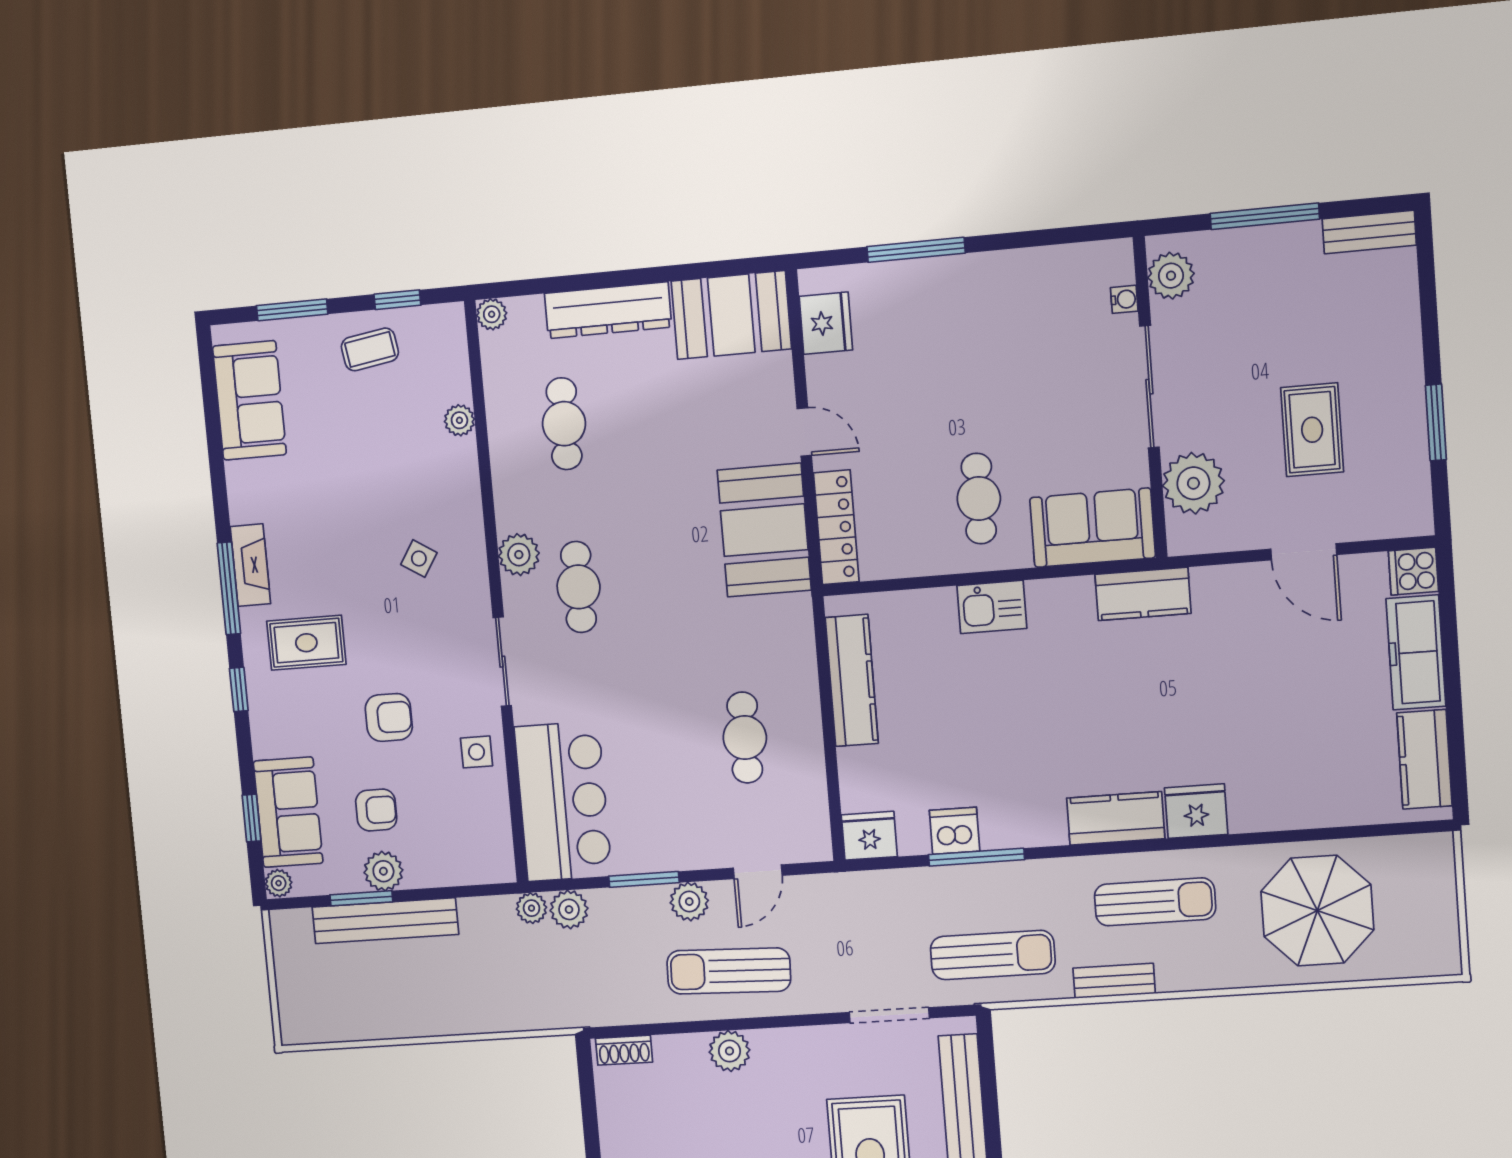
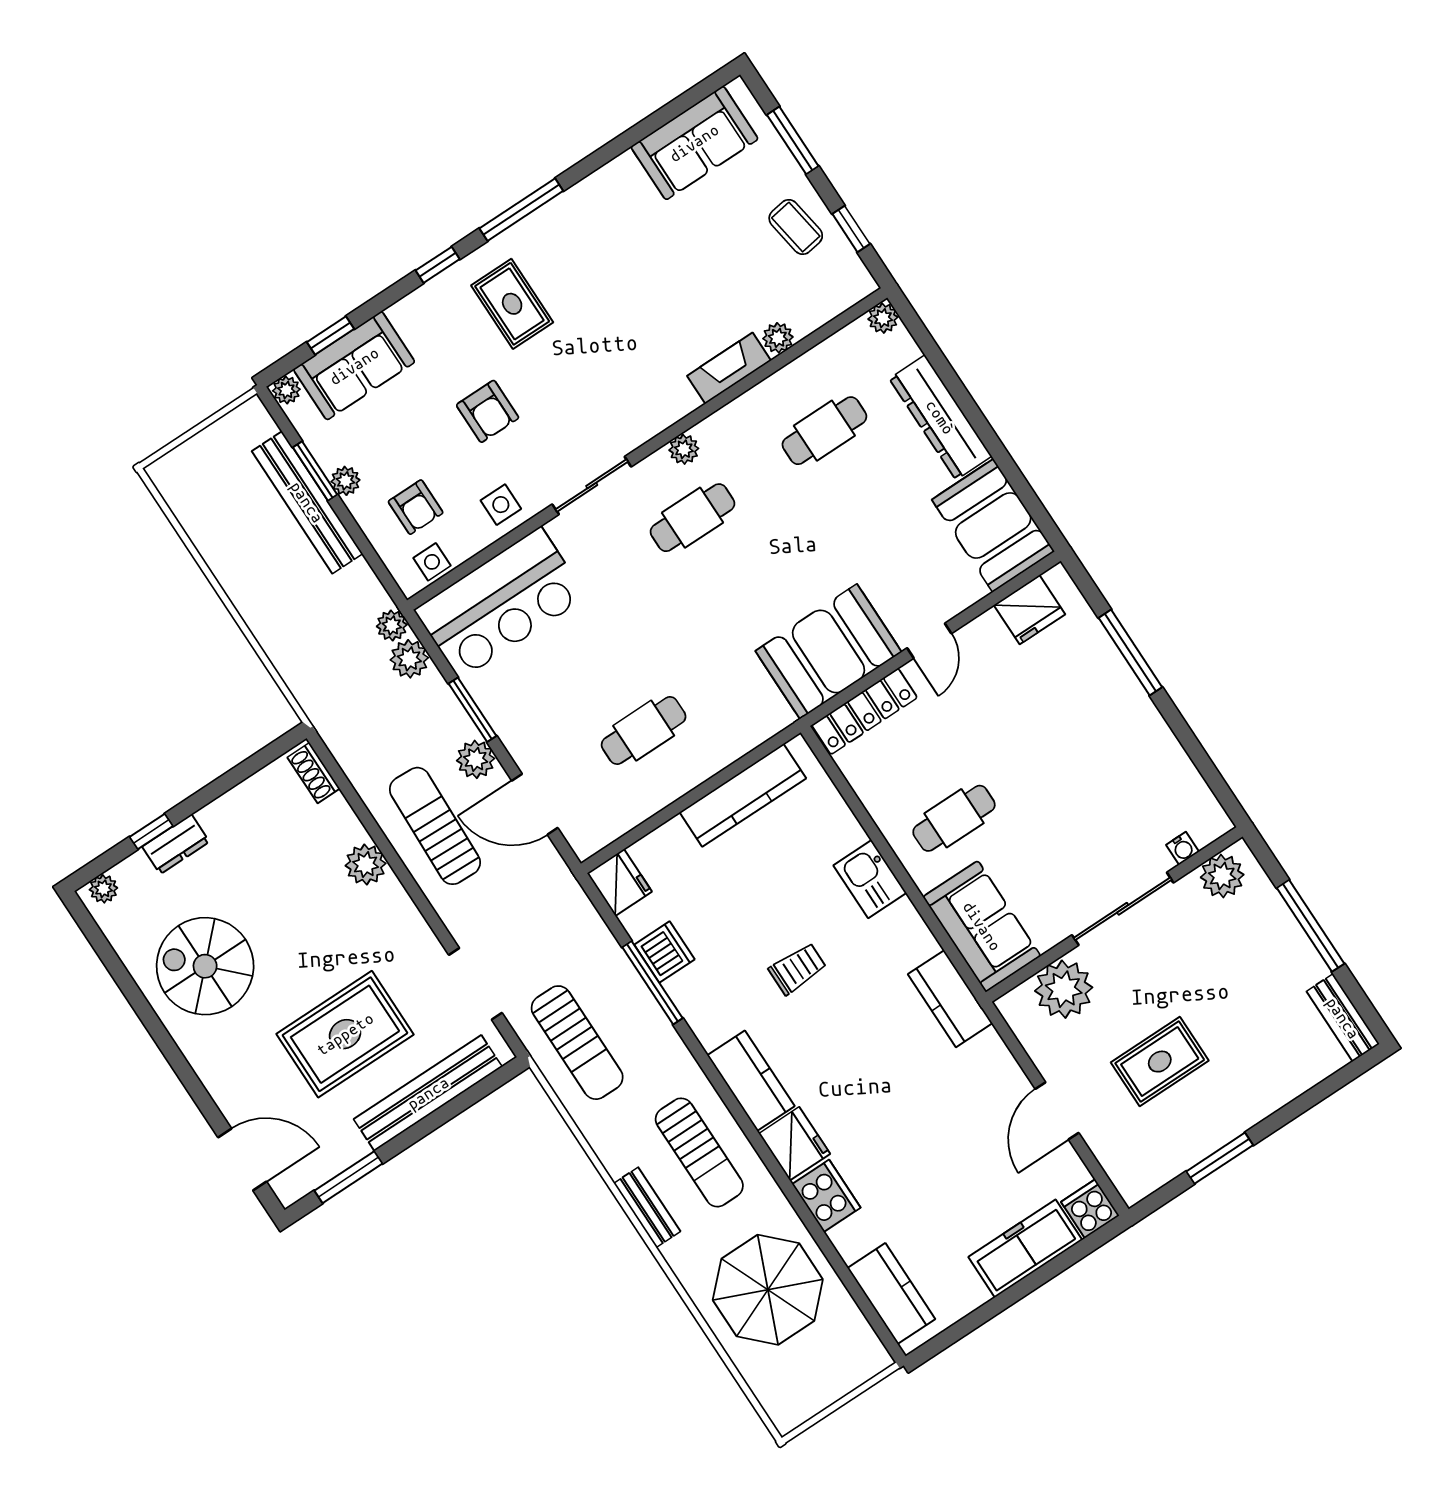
plant: (519, 555) -> (684, 449), width x0.73, depth x0.73
side table: (419, 559) -> (432, 562), moved, turned -32
fireplace: (250, 565) -> (729, 368), moved, turned 180
trolley: (1037, 719) -> (797, 969), added
kitchen counter: (1424, 759) -> (891, 1294), moved, turned 90
cooker: (1261, 809) -> (826, 1196), added
armchair: (376, 810) -> (416, 507), moved
plant: (383, 871) -> (346, 481), width x0.73, depth x0.73
door: (758, 872) -> (535, 804), width x1.38
bench: (1114, 981) -> (647, 1207), moved

